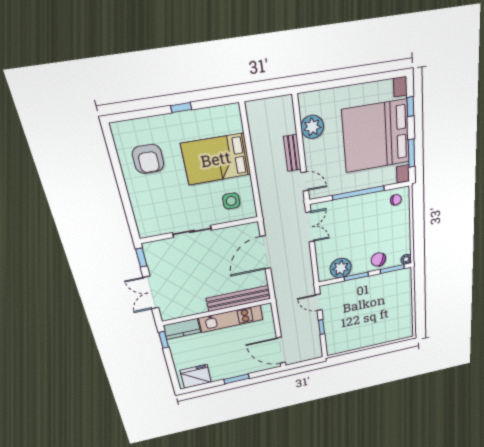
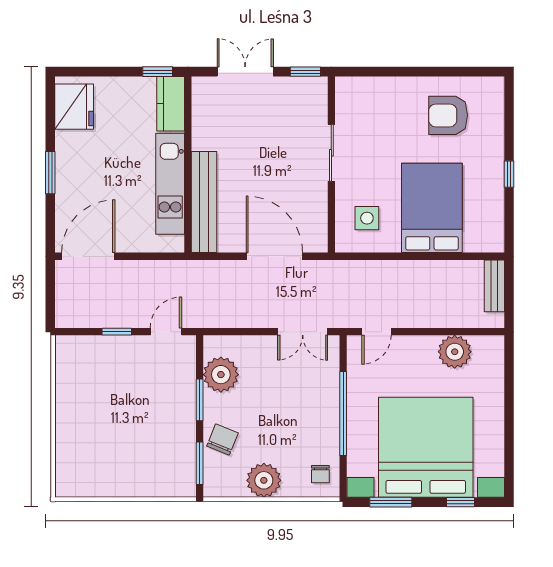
bench: (292, 153) -> (494, 286), moved, turned 90
plant: (406, 259) -> (264, 480), moved, width x1.87, depth x1.87

